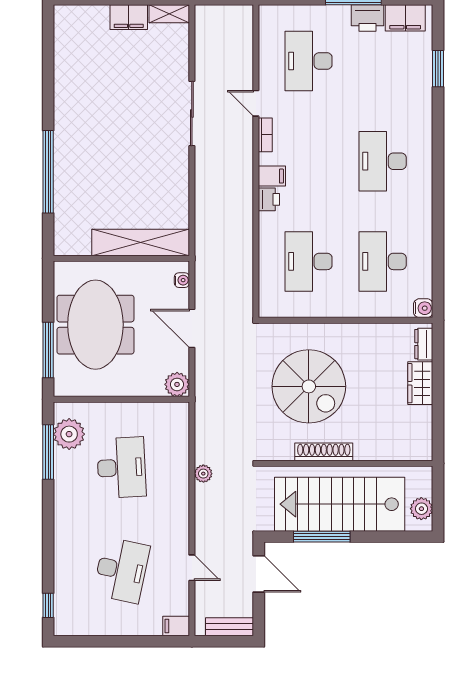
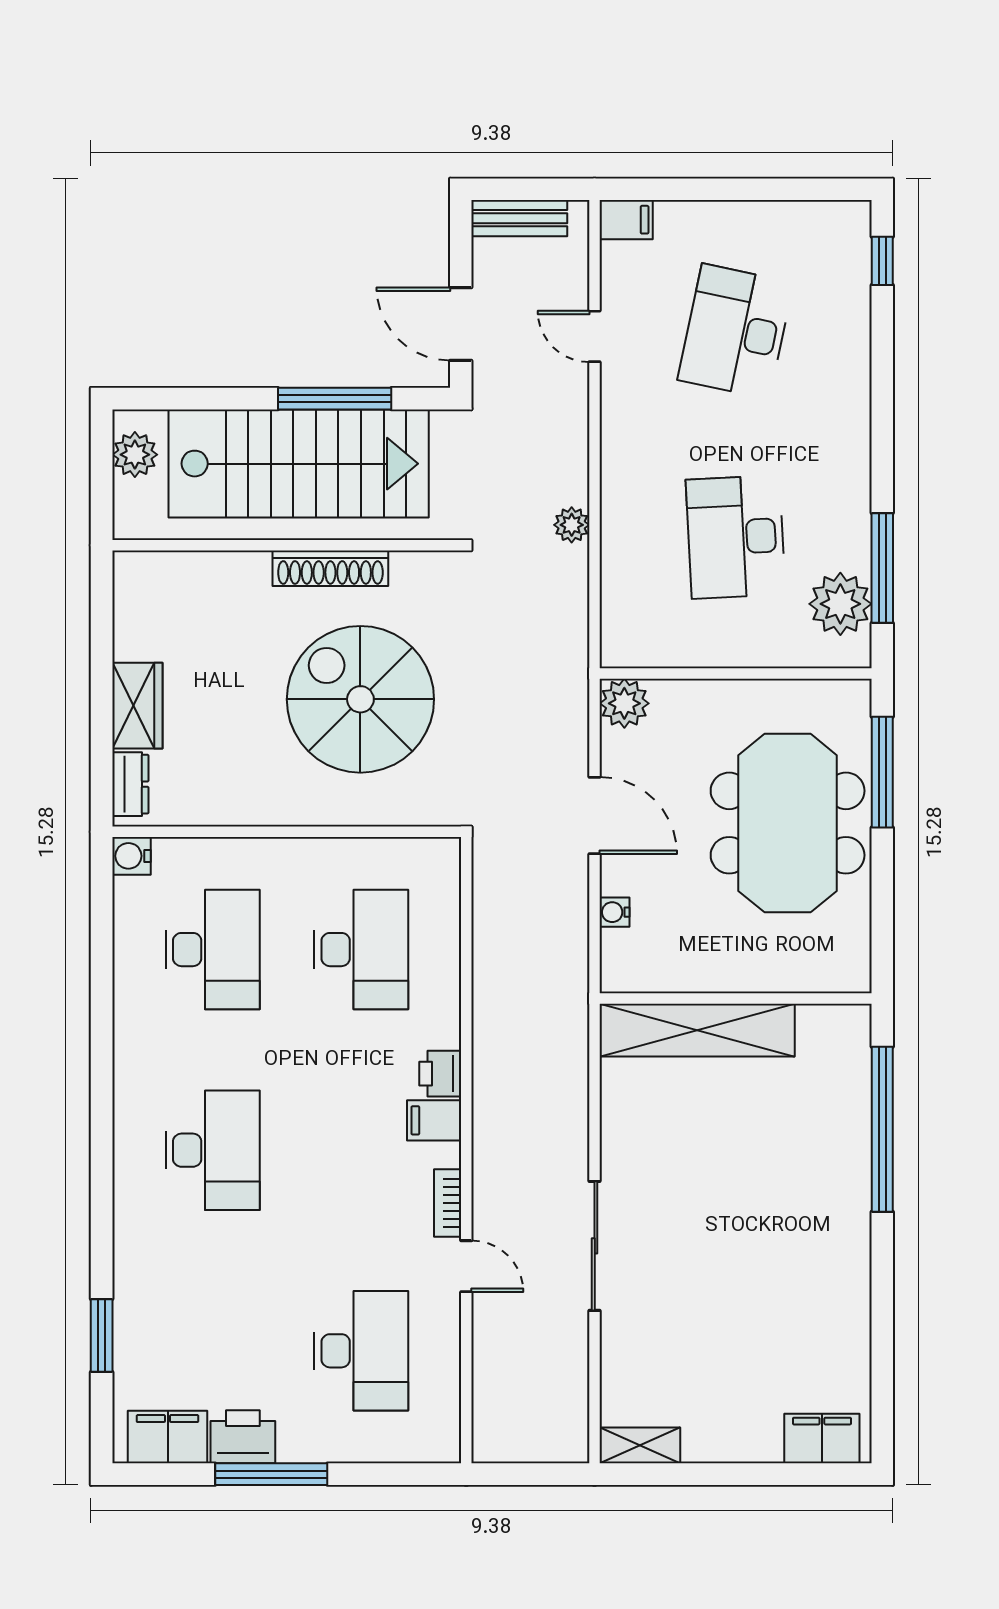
filing cabinet: (129, 17) -> (822, 1439), moved
shelving: (141, 243) -> (697, 1030), moved
wall: (121, 258) -> (736, 998), moved

